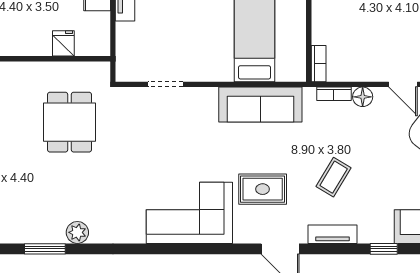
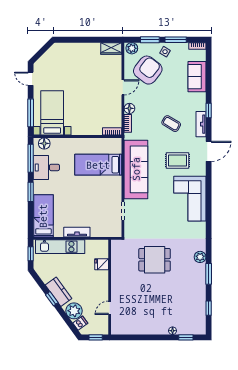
sofa: (260, 105) -> (136, 169), width x1.36, depth x1.27
dining table: (70, 122) -> (155, 260), moved
rug: (263, 189) -> (177, 161), turned 90
window: (384, 249) -> (209, 111), moved

